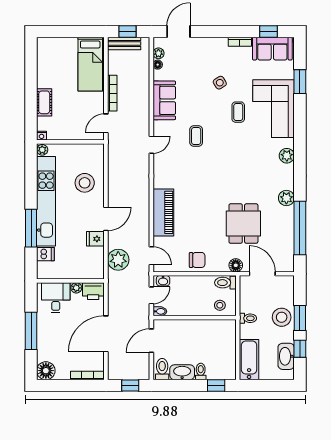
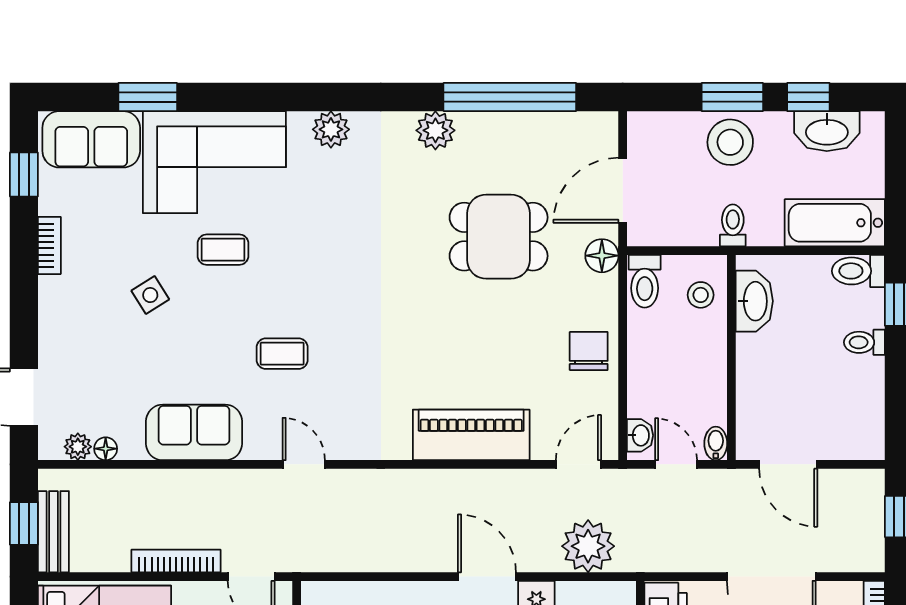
sofa: (272, 49) -> (91, 139), moved, turned 90
toilet: (162, 369) -> (858, 271), moved
washbasin: (182, 372) -> (754, 301), moved, turned 180

